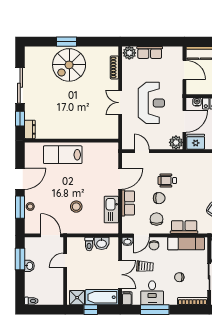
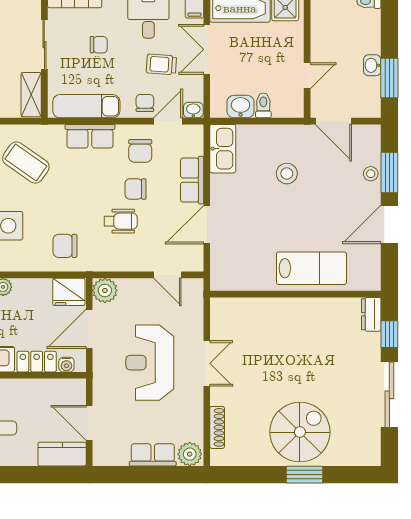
chair: (198, 167) -> (65, 246), added
kitchen sink: (111, 210) -> (223, 149), moved

